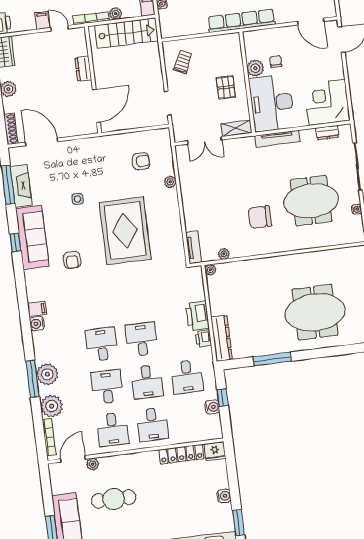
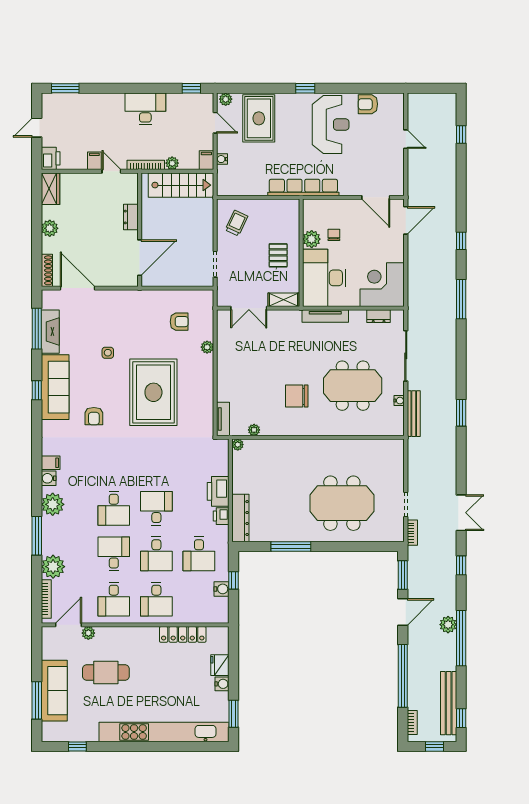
desk: (102, 344) -> (114, 508), turned 180
plant: (47, 374) -> (53, 504), moved
fridge: (215, 451) -> (220, 665), moved, turned 90

